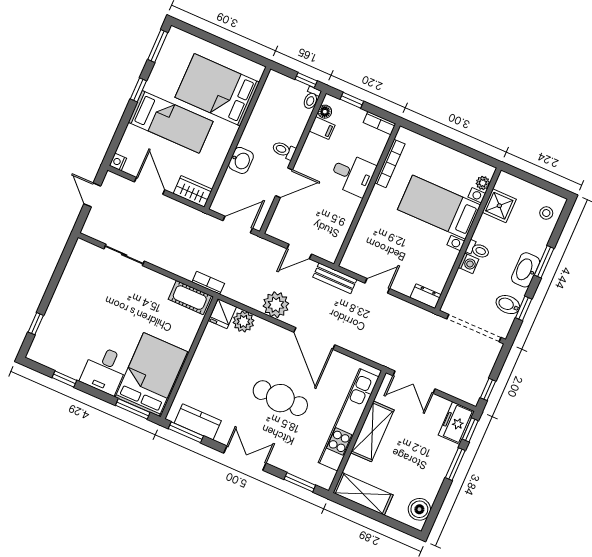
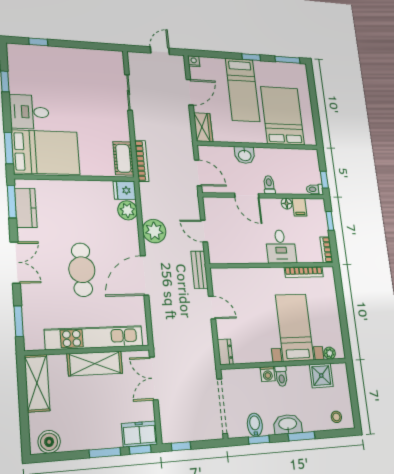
floor lamp: (325, 112) -> (287, 204), moved
bookcase: (208, 283) -> (142, 161), width x1.56

